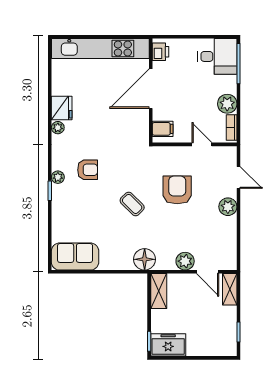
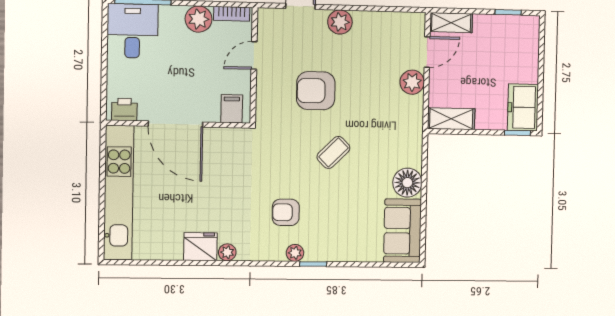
armchair: (88, 170) -> (286, 212), turned -90
floor lamp: (145, 259) -> (407, 183), moved

